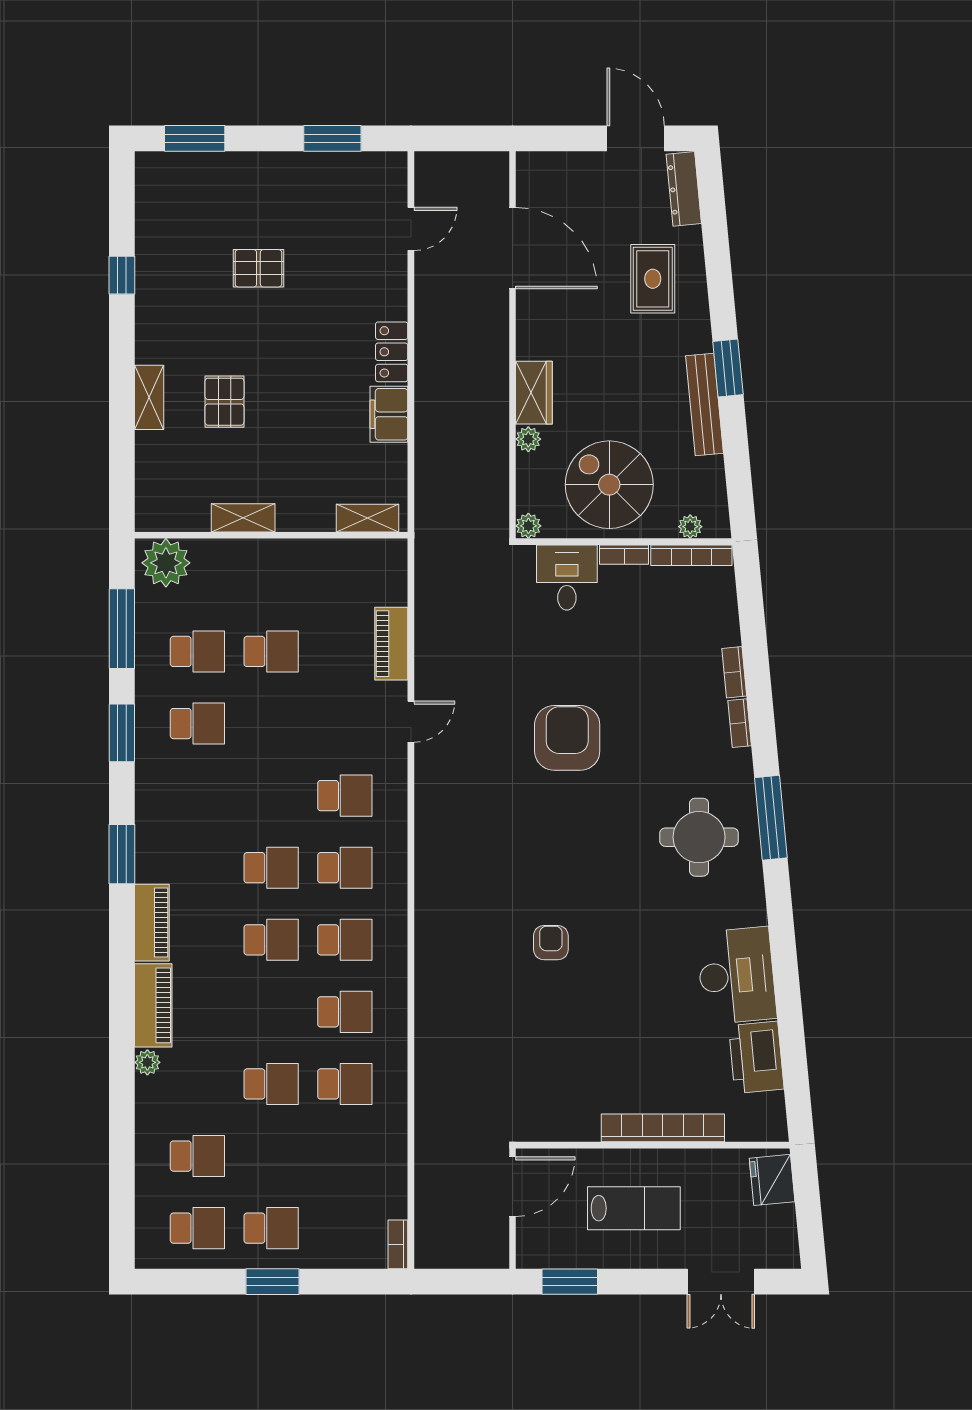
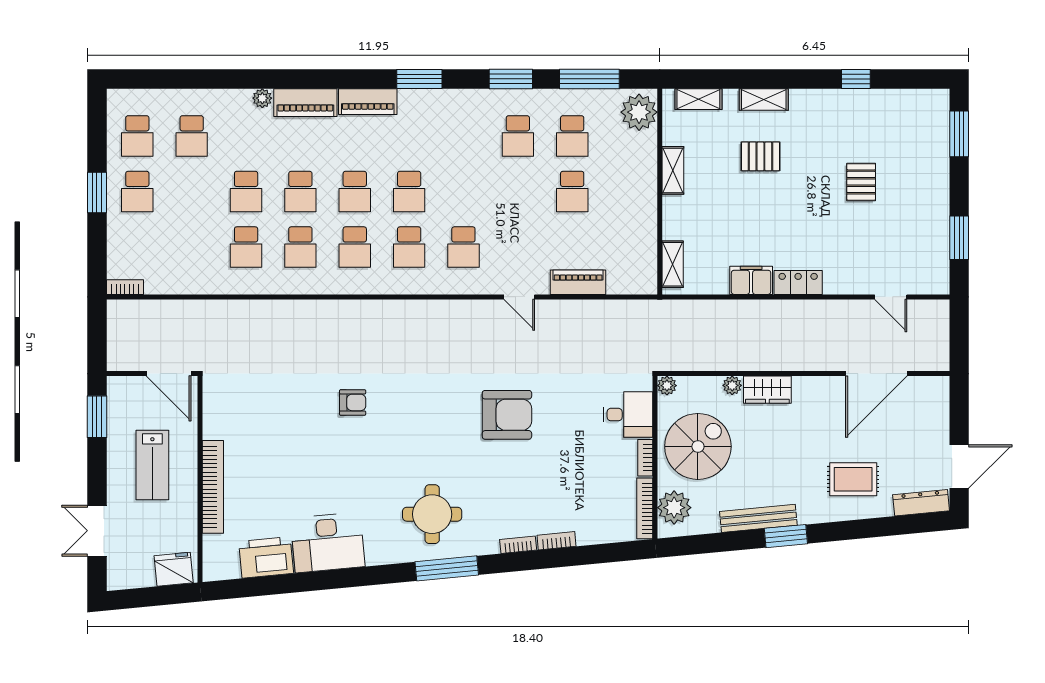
shelving: (148, 484) -> (698, 99), added
plant: (690, 527) -> (674, 508), width x1.87, depth x1.87
school desk: (271, 1012) -> (300, 192), added

